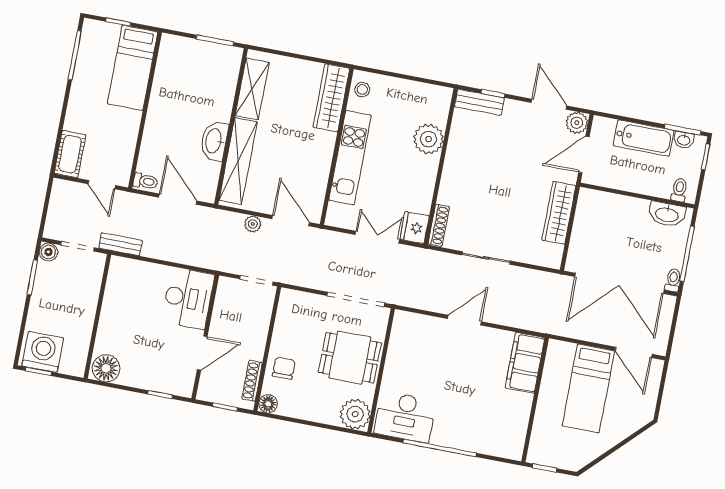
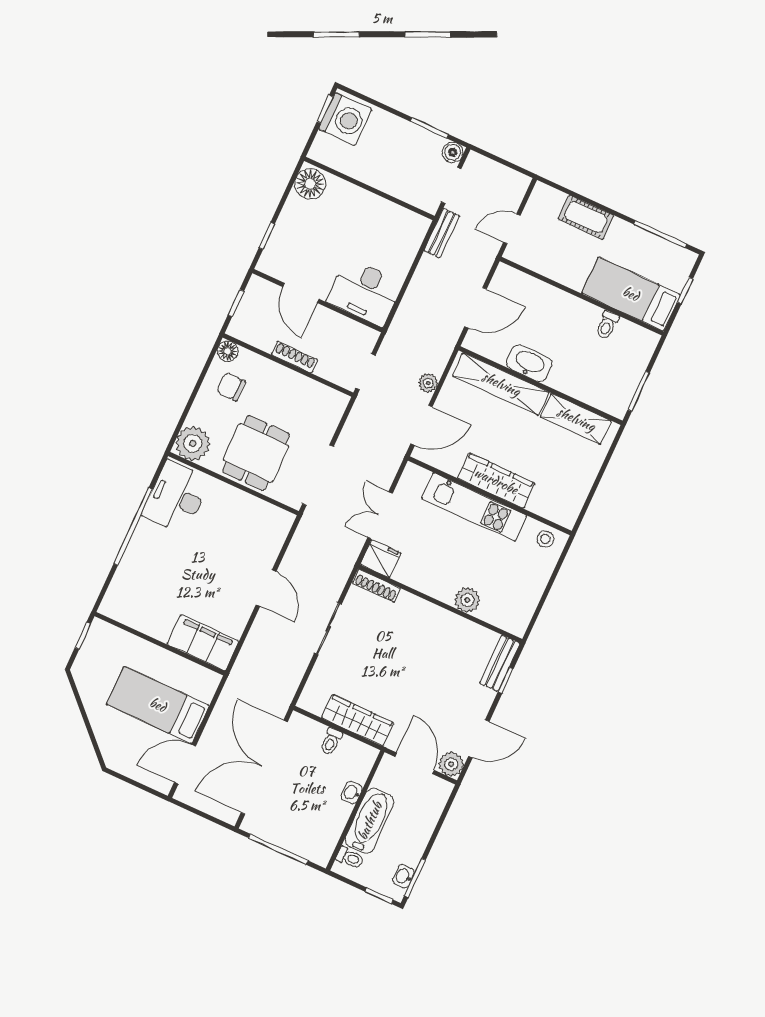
wardrobe: (331, 98) -> (496, 481), moved
bathtub: (644, 138) -> (370, 821), moved, turned 180
plant: (429, 139) -> (467, 600), width x0.73, depth x0.73
cot: (70, 154) -> (586, 217), moved
toilet: (146, 181) -> (607, 325), moved
washbasin: (667, 214) -> (352, 793), moved, width x0.52, depth x0.69
double door: (377, 237) -> (380, 515), swing flipped
toilet: (673, 280) -> (331, 741), moved, turned 90
chair: (284, 368) -> (231, 387), moved, turned 180
shoe rack: (252, 381) -> (294, 357), moved

